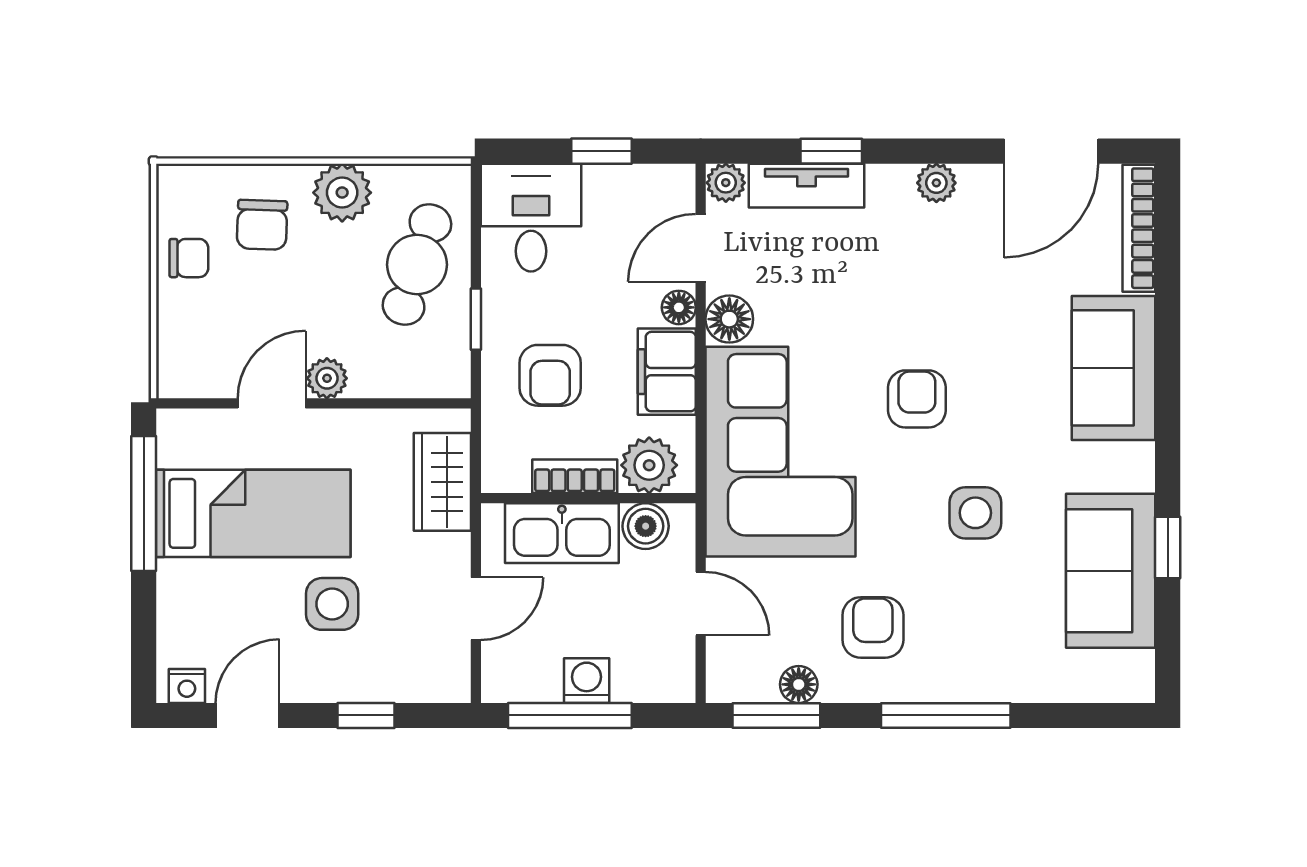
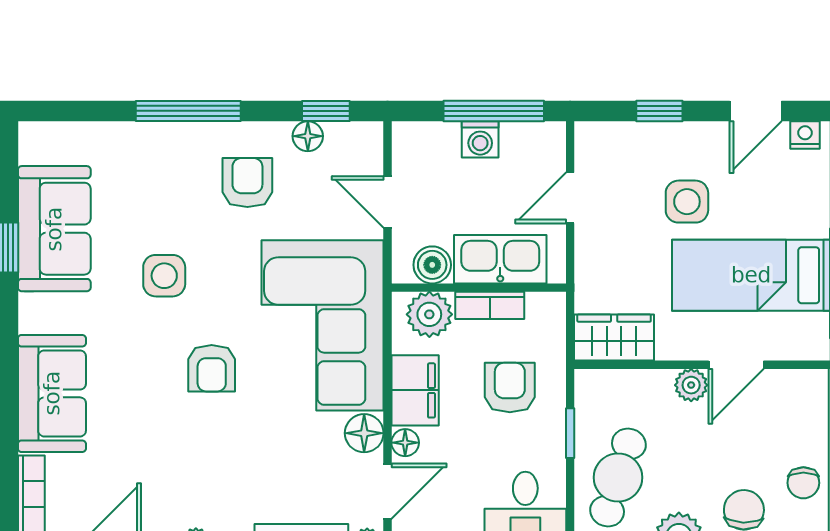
chair: (189, 258) -> (803, 483), turned -90
wardrobe: (442, 482) -> (614, 338), moved, turned -90
armchair: (873, 627) -> (247, 183), turned 180
window: (776, 715) -> (326, 111), width x0.67

